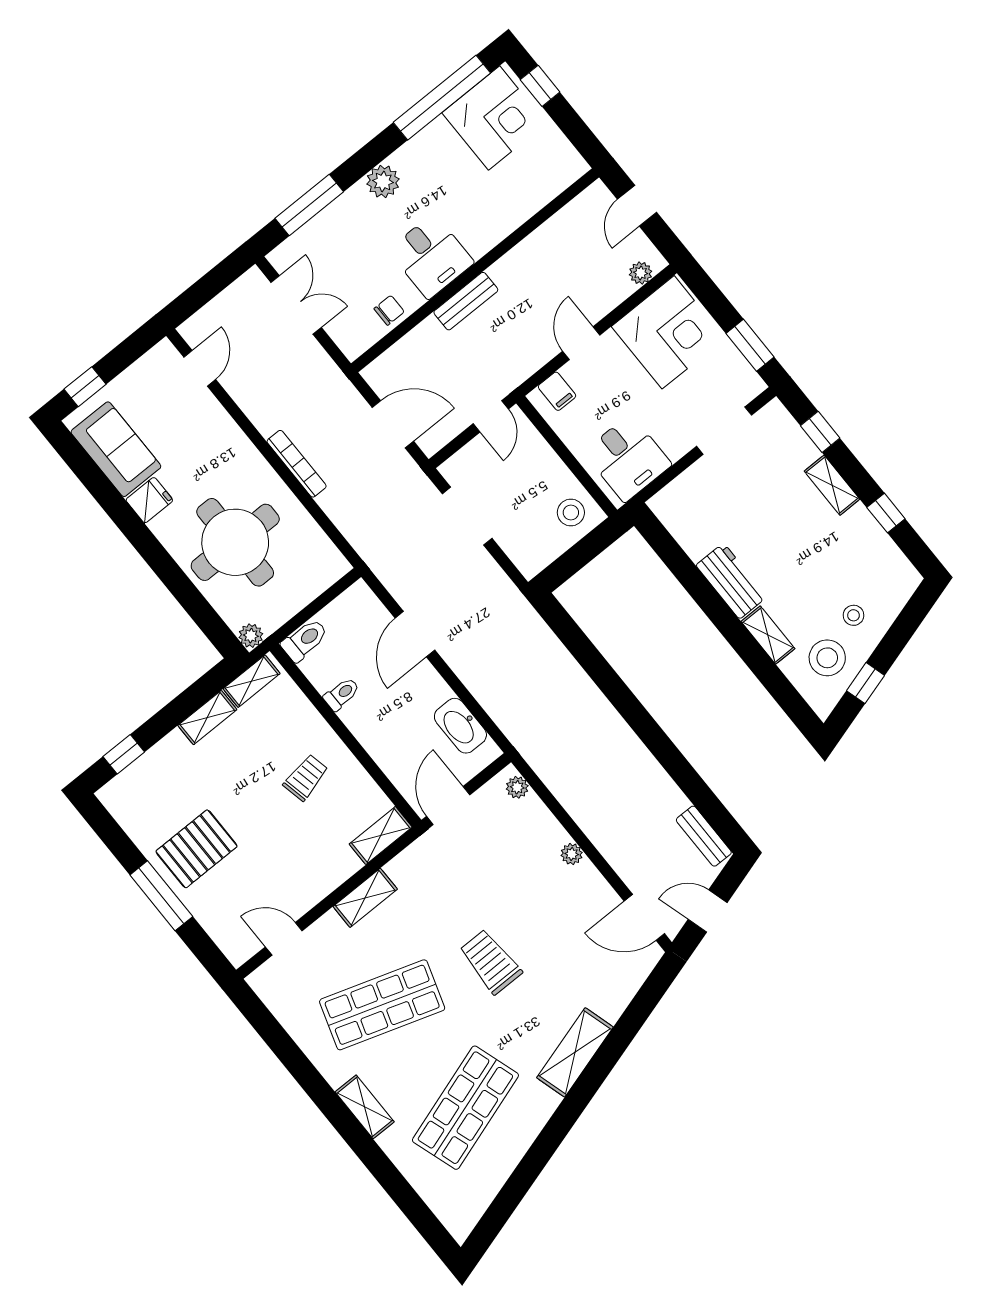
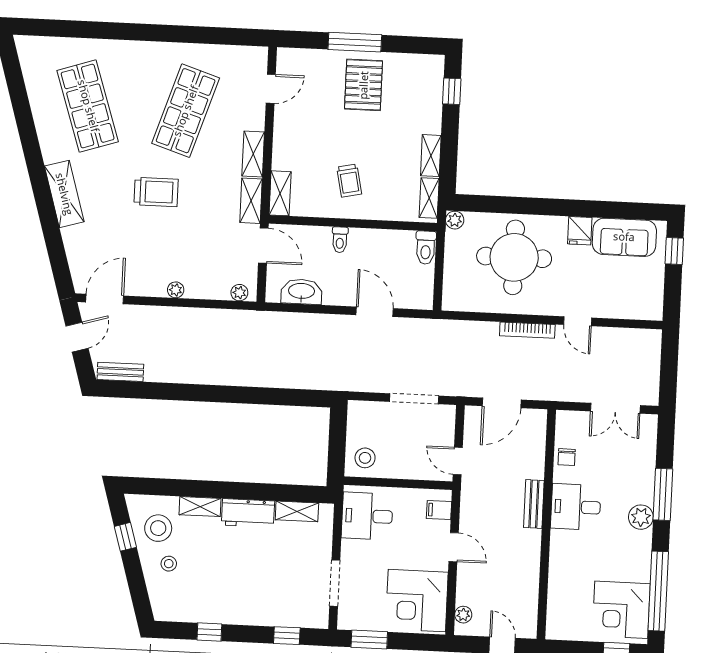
window: (309, 205) -> (663, 494), moved
door: (200, 368) -> (578, 321), moved
shelving: (832, 485) -> (297, 511), moved
toilet: (342, 694) -> (340, 240), moved
shelving: (365, 1107) -> (251, 201), moved, turned 90

